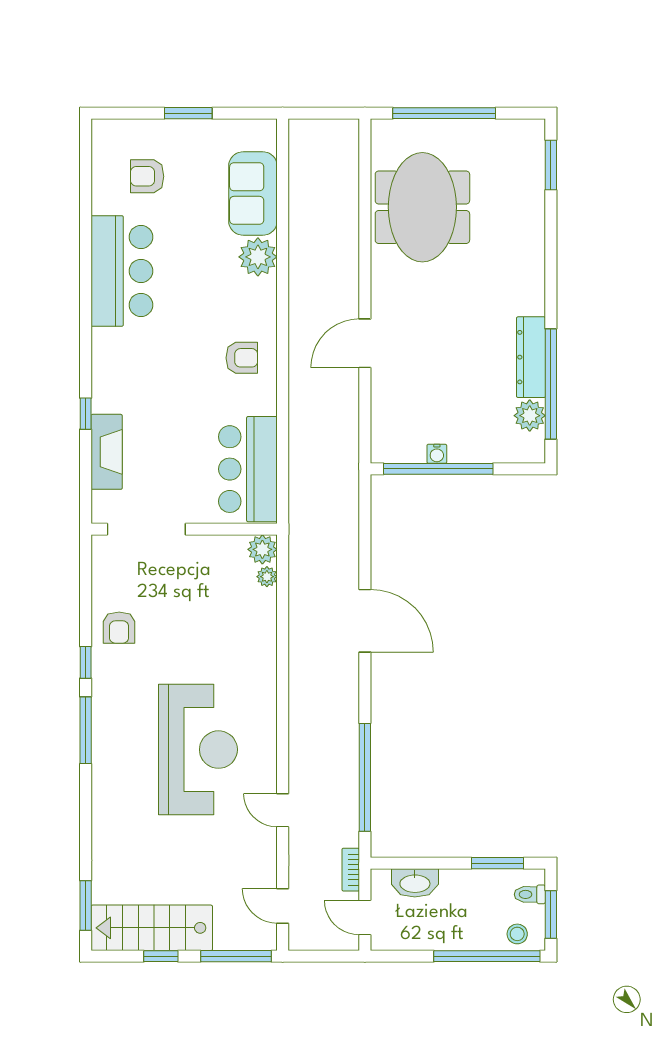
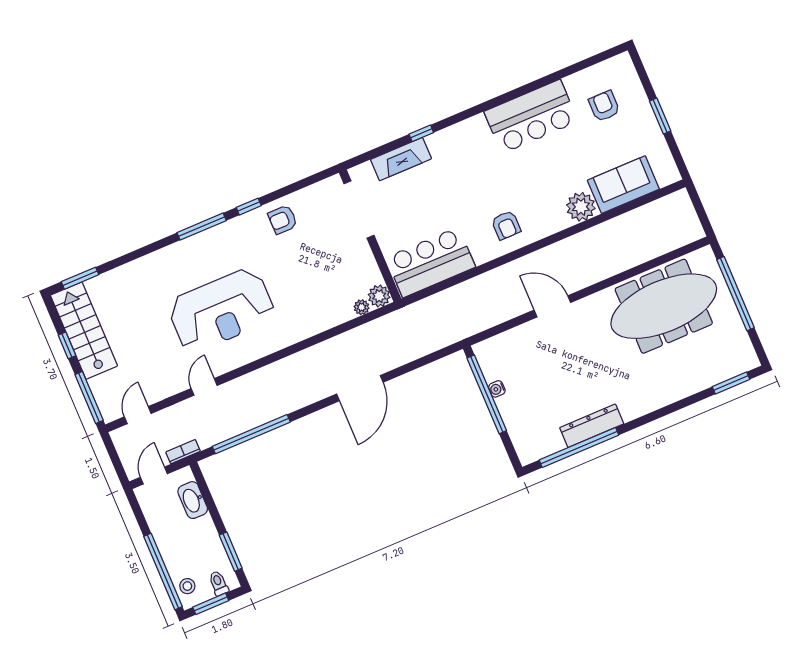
meeting table: (422, 207) -> (664, 306), width x1.36
plant: (530, 416) -> (551, 442), removed

